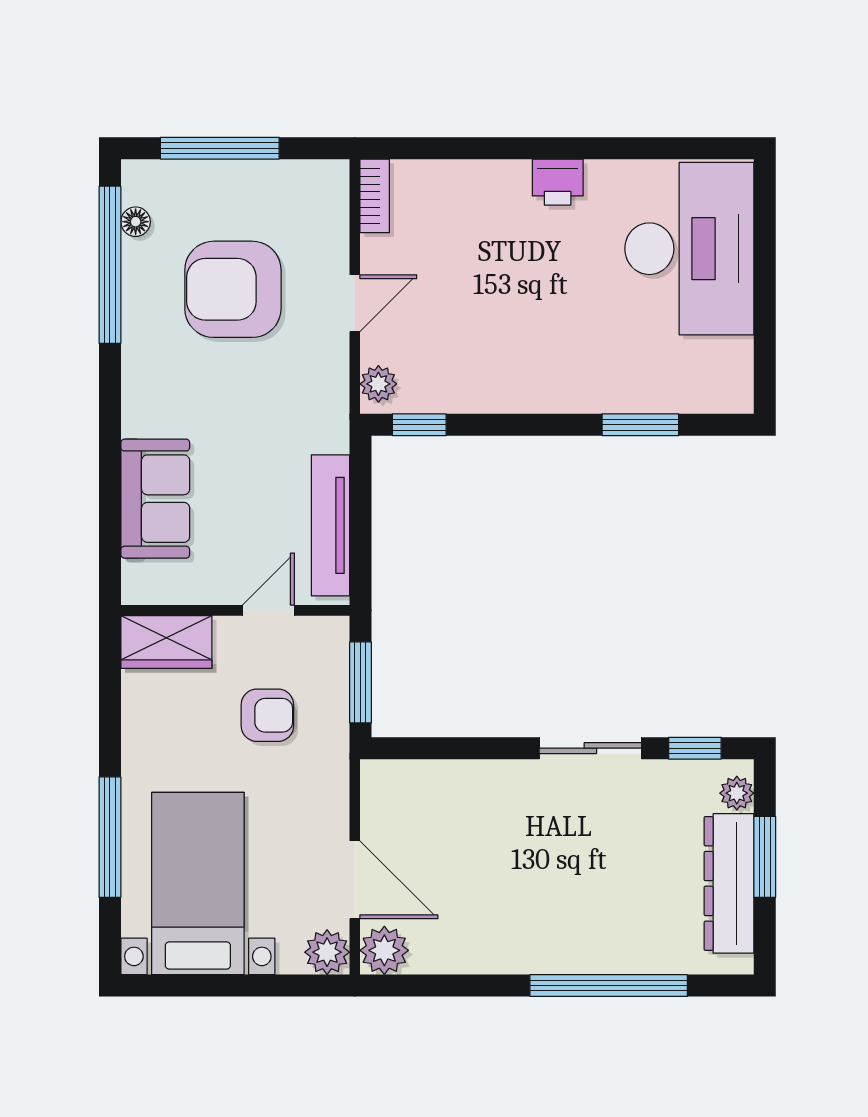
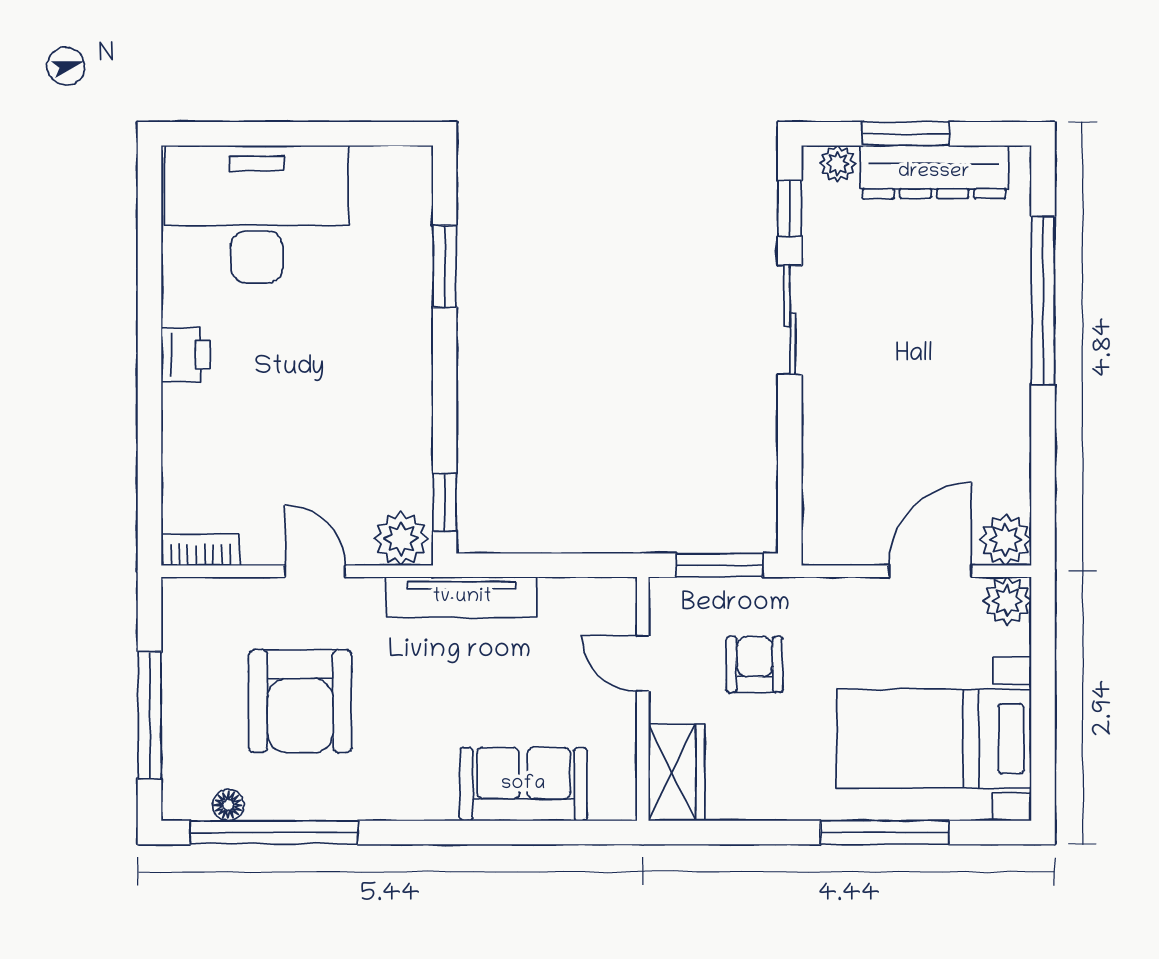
plant: (378, 384) -> (401, 539), width x1.38, depth x1.38
tv unit: (330, 525) -> (462, 597), moved

